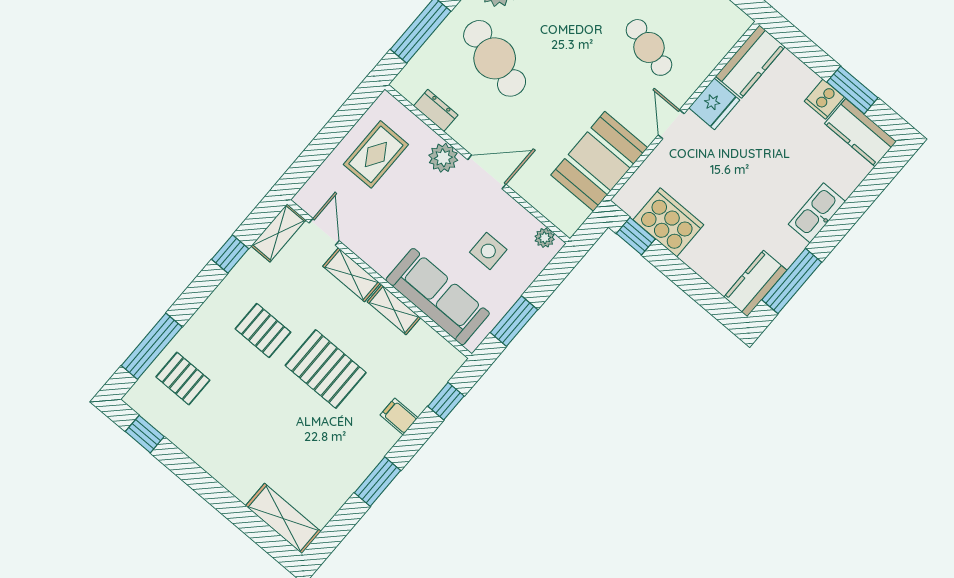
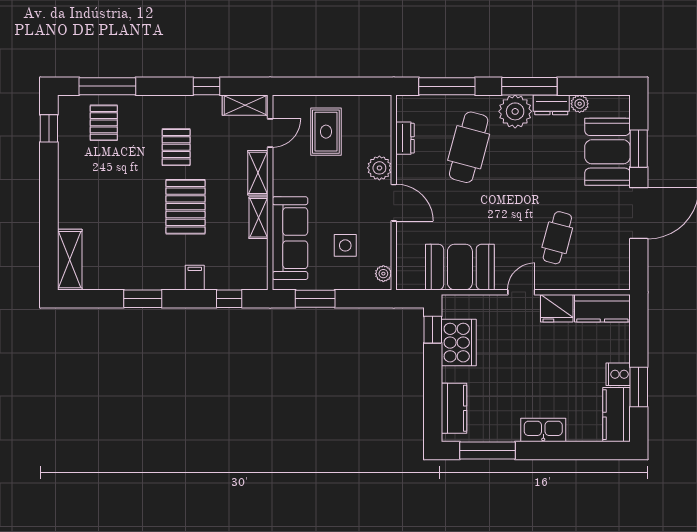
rug: (376, 154) -> (326, 132), moved, turned 90
kitchen counter: (755, 284) -> (454, 408), moved, turned 90

